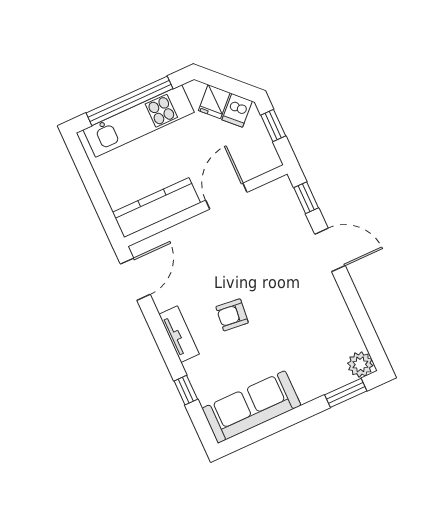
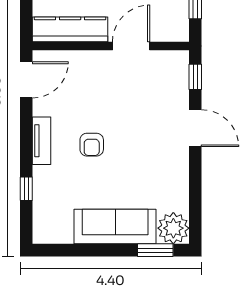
armchair: (232, 315) -> (92, 145), turned -96
plant: (360, 364) -> (173, 228), width x1.36, depth x1.36
sofa: (251, 407) -> (115, 227), moved

